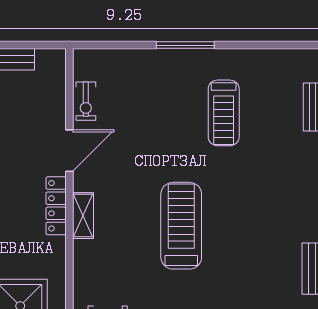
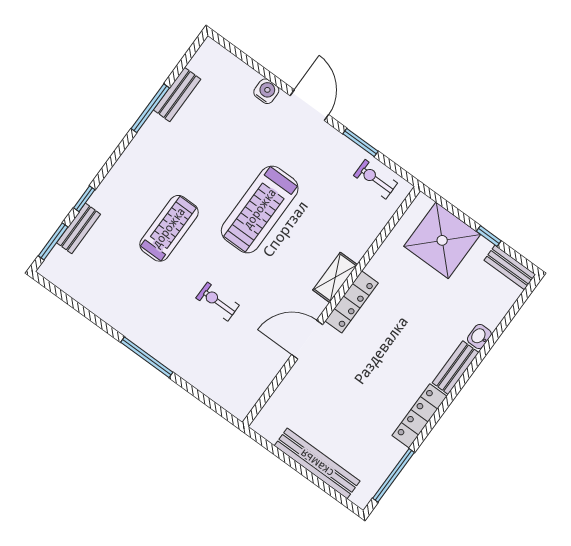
exercise bike: (86, 101) -> (218, 302), moved, turned -90
treadmill: (224, 113) -> (169, 228), moved

